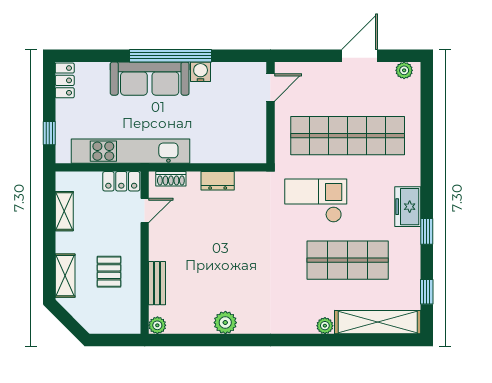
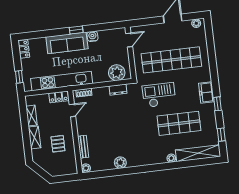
window: (170, 56) -> (76, 30), width x0.32
plant: (239, 148) -> (117, 73), added
dresser: (218, 181) -> (118, 90), moved
shelving: (65, 276) -> (35, 137), moved

